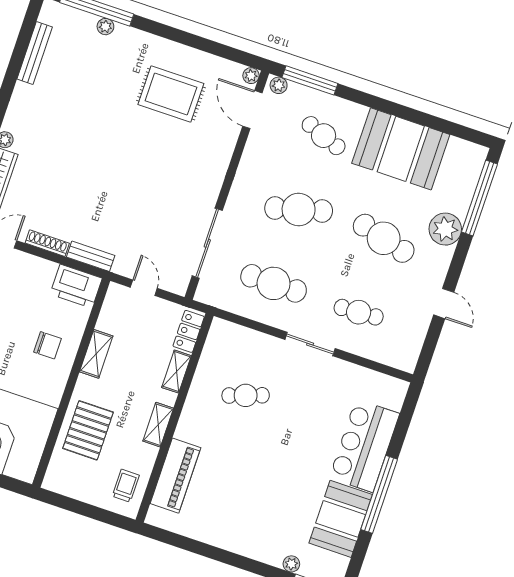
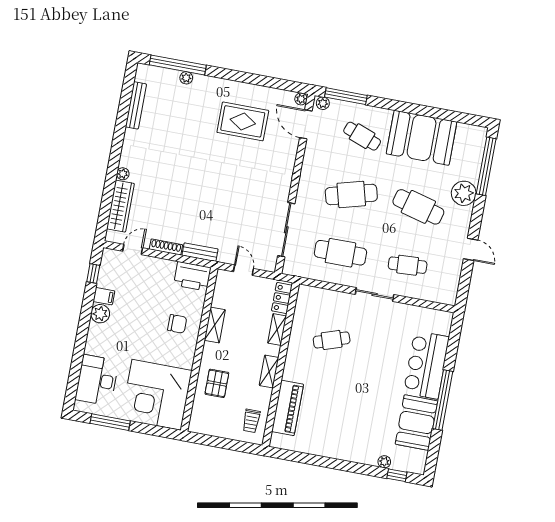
pallet: (88, 430) -> (217, 383), width x0.67, depth x0.71
trolley: (126, 486) -> (251, 421), turned 180

